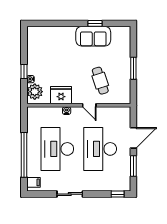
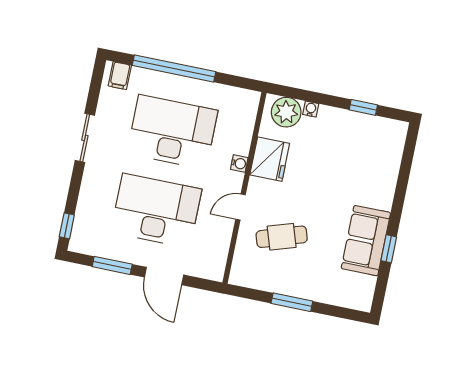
window: (24, 72) -> (363, 107), moved

